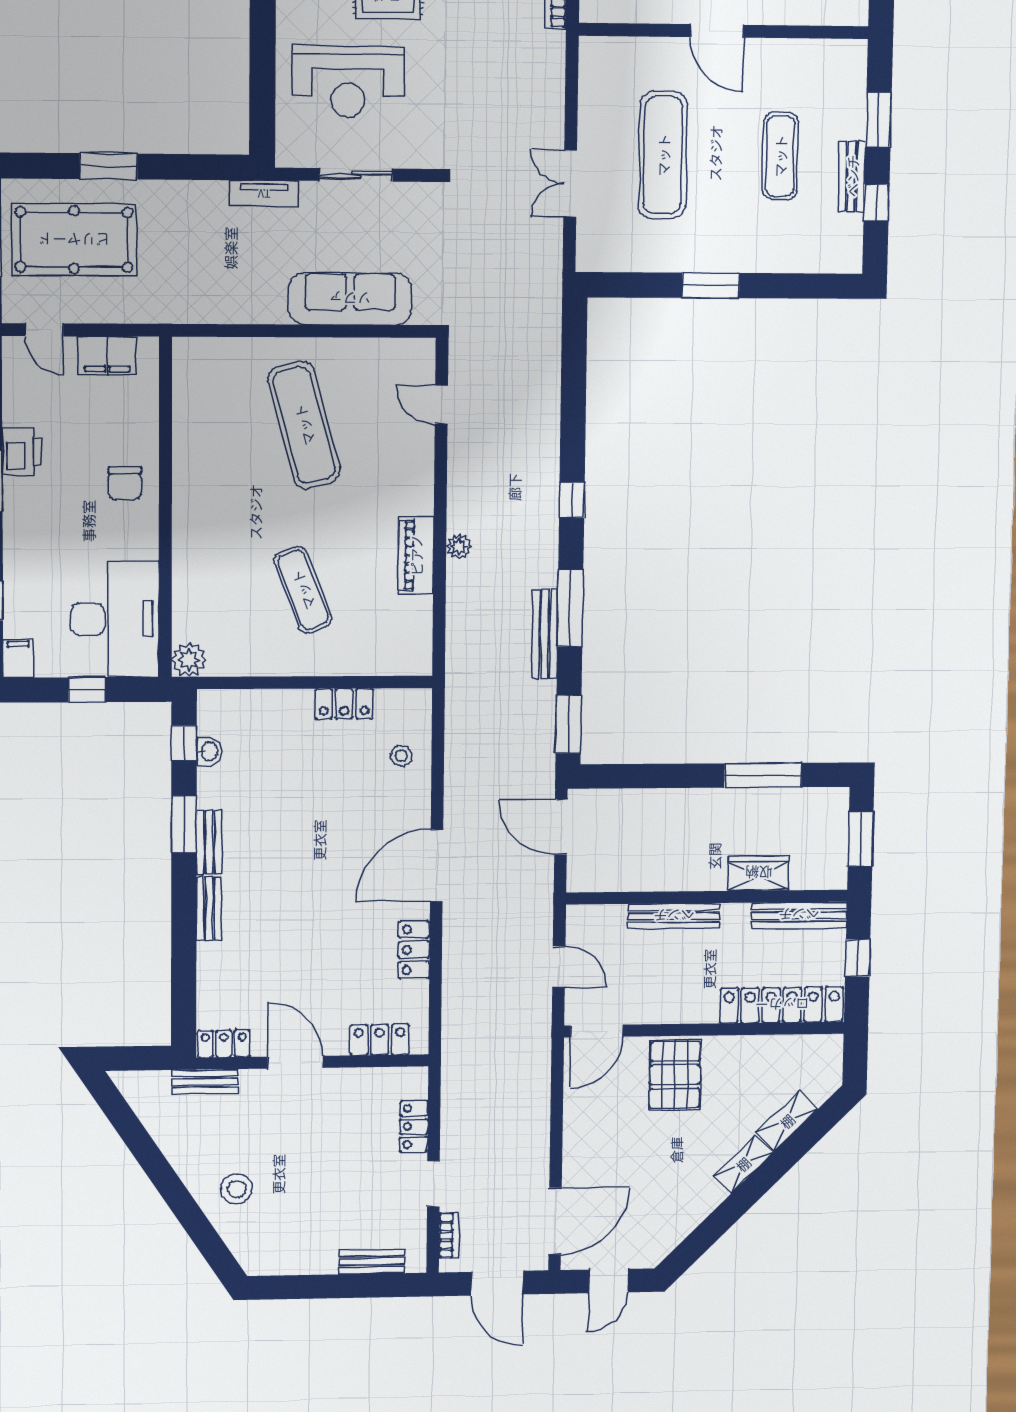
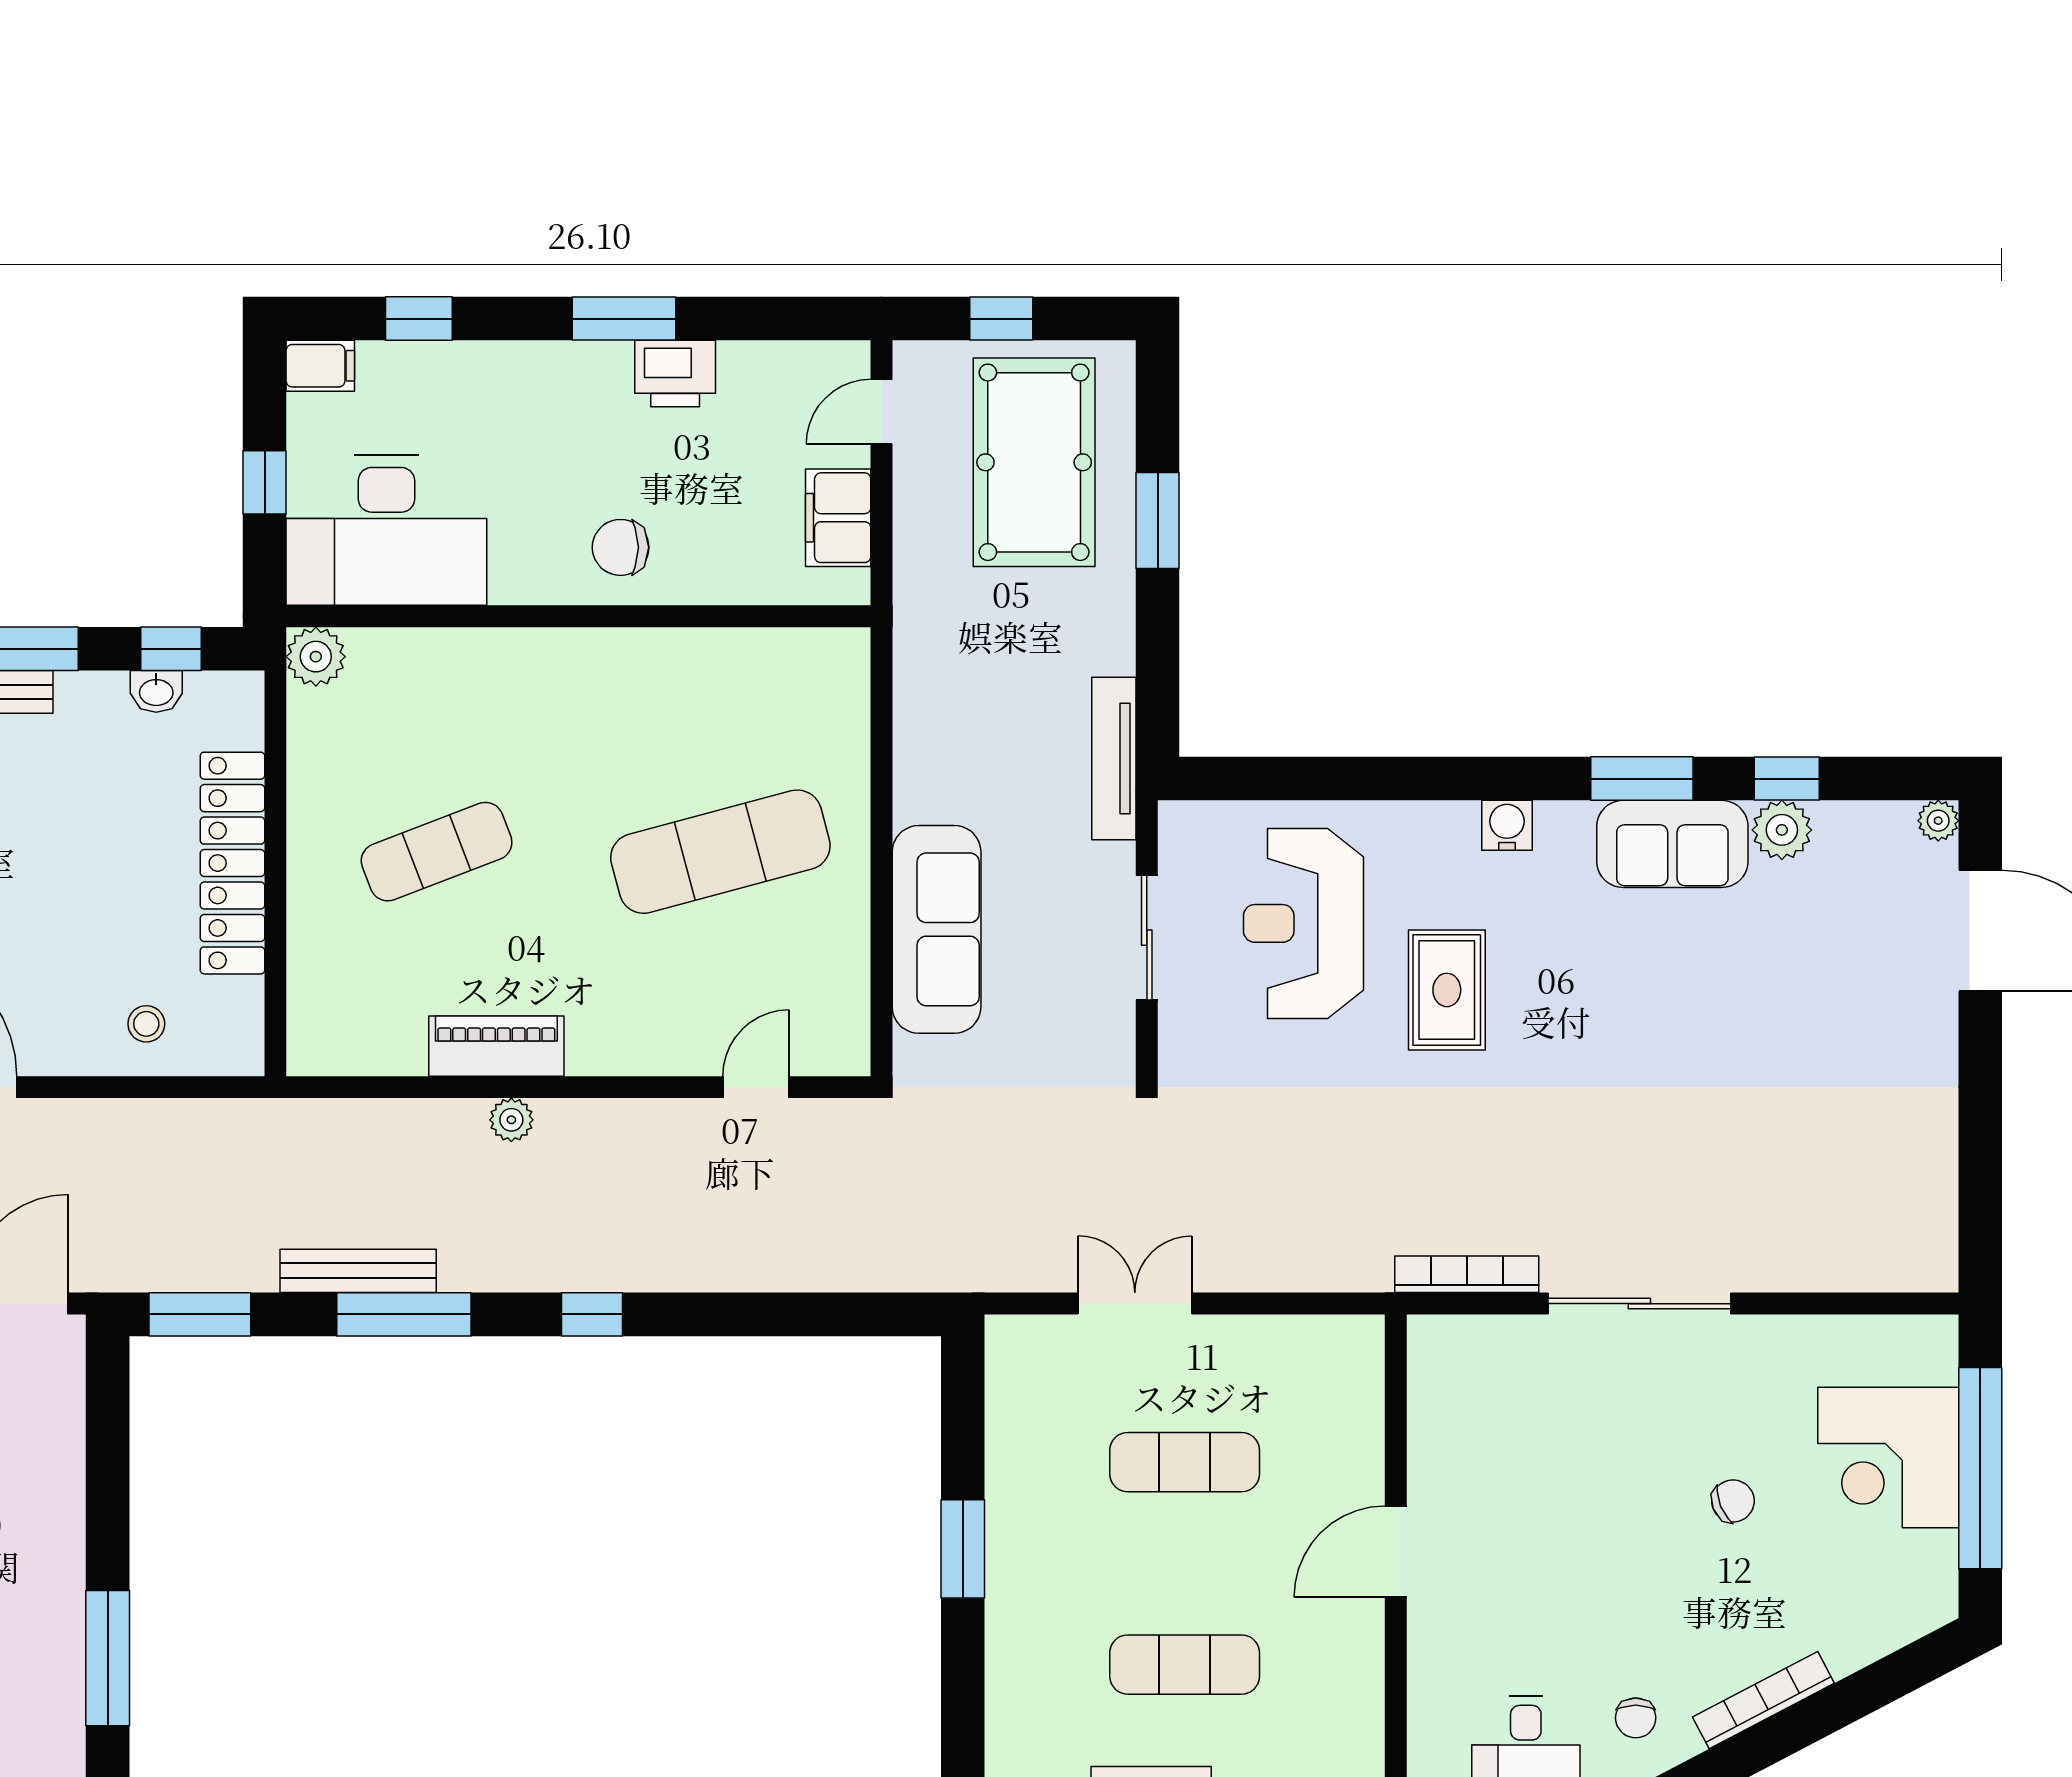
exercise mat: (663, 155) -> (1185, 1462), width x0.73, depth x0.69
tv unit: (264, 194) -> (1114, 759), width x1.41
locker: (344, 704) -> (232, 863), width x2.16, depth x1.21

